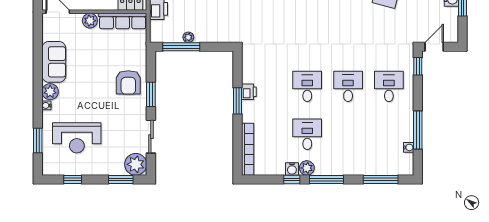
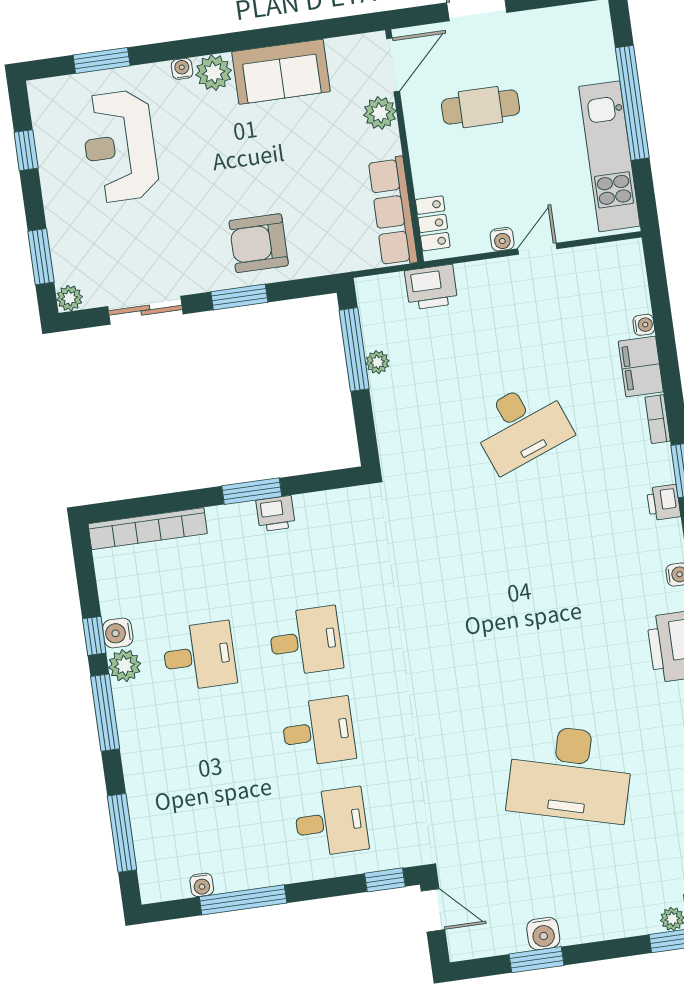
plant: (90, 21) -> (380, 113), moved
plant: (136, 164) -> (70, 298), width x0.53, depth x0.53

